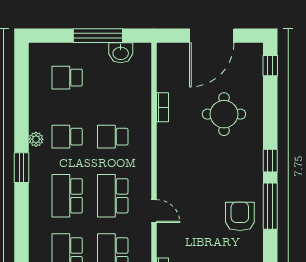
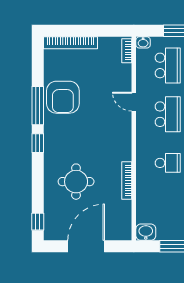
washbasin: (121, 53) -> (146, 232), moved
bookcase: (162, 107) -> (127, 181), width x1.56
armchair: (240, 216) -> (63, 97), width x1.36, depth x1.36

